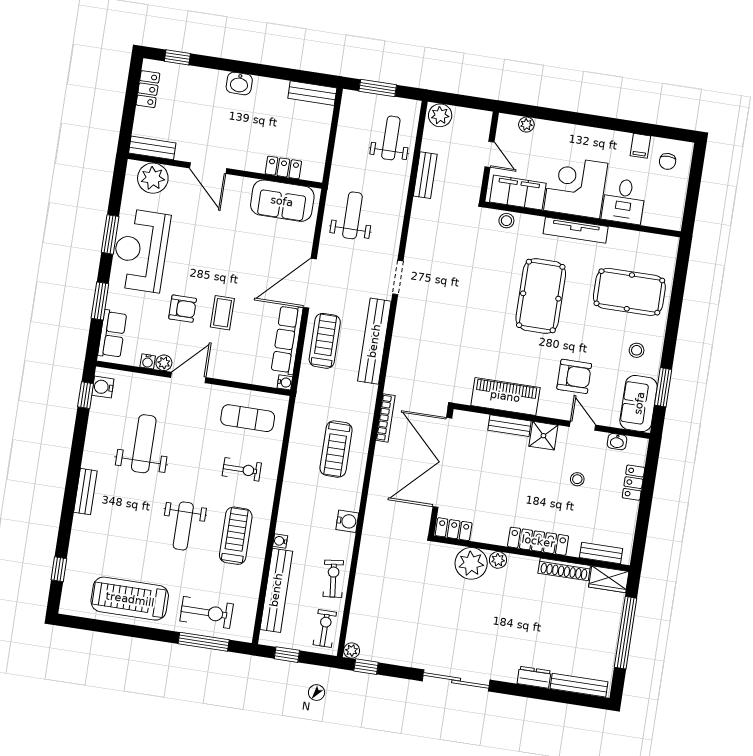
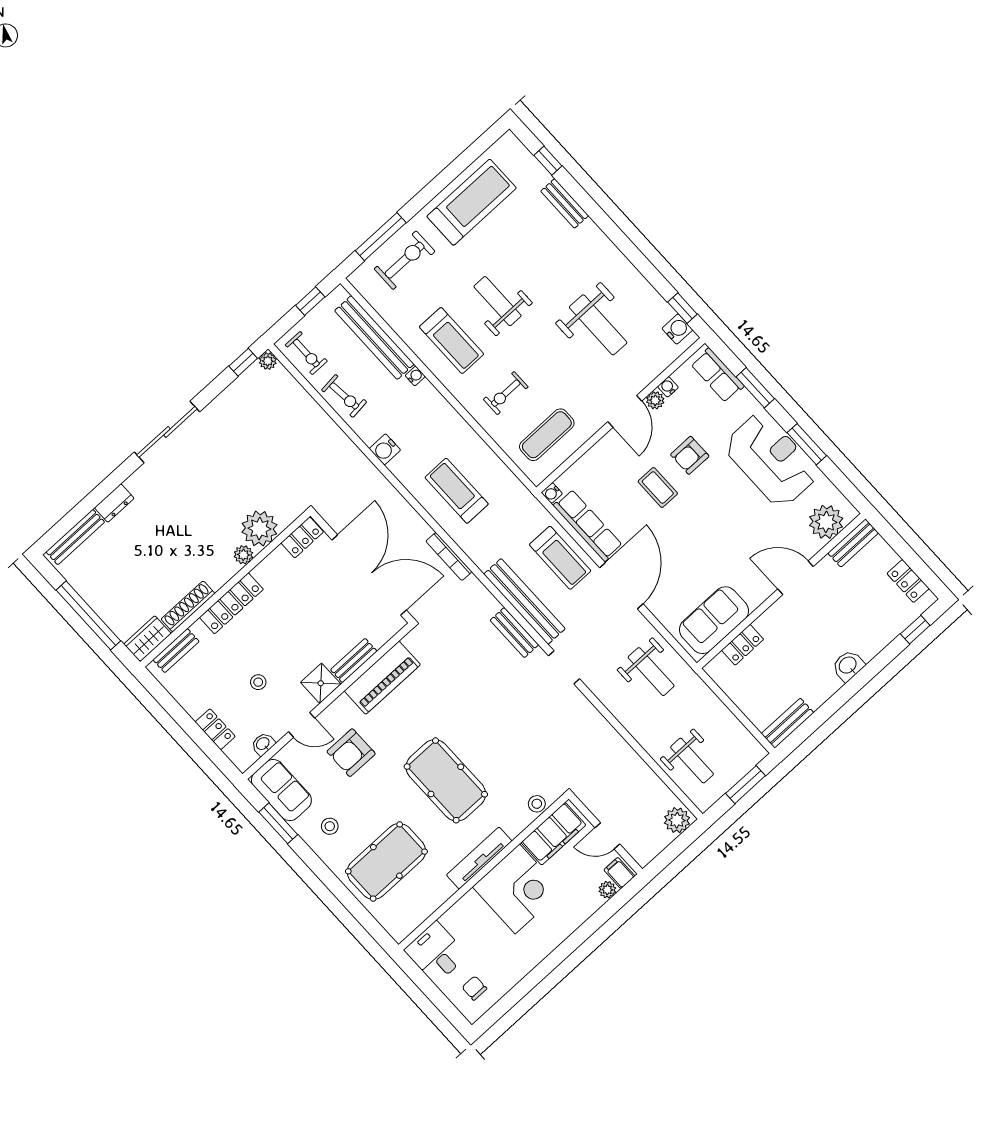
filing cabinet: (640, 146) -> (619, 873), moved
bench: (425, 175) -> (514, 633), moved
desk: (624, 201) -> (436, 953), moved
bench: (85, 492) -> (565, 203), moved
exercise bike: (207, 612) -> (405, 260), turned 180

